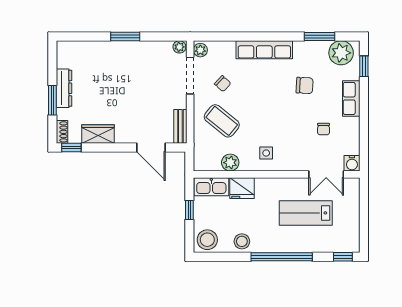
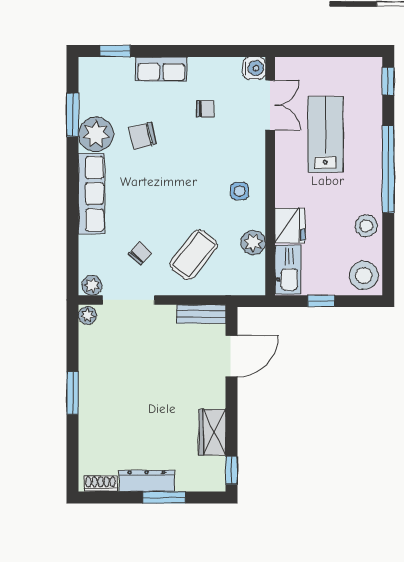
plant: (341, 53) -> (96, 134), moved
chair: (305, 85) -> (143, 136), turned -107
shoe rack: (62, 132) -> (101, 484), moved
lab bench: (306, 213) -> (325, 134), turned 180

